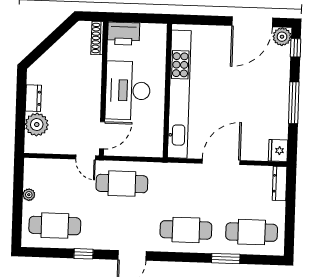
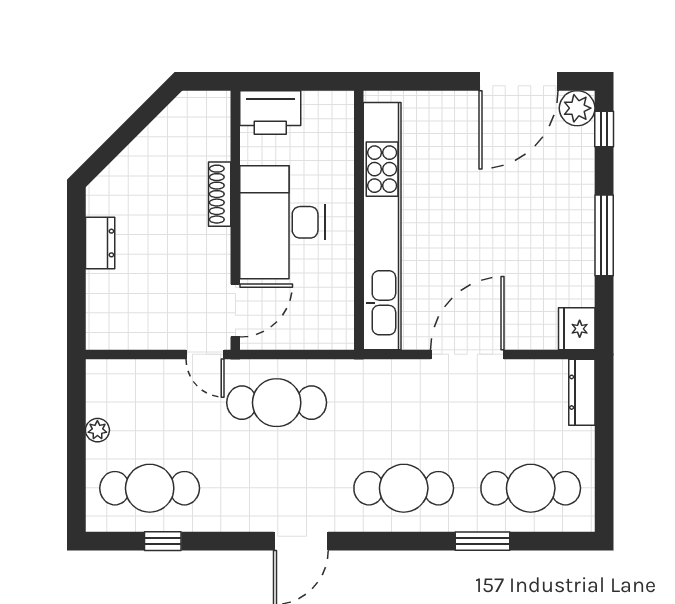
shoe rack: (97, 38) -> (220, 194), moved
plant: (37, 125) -> (108, 294), removed
window: (83, 254) -> (163, 541), moved

